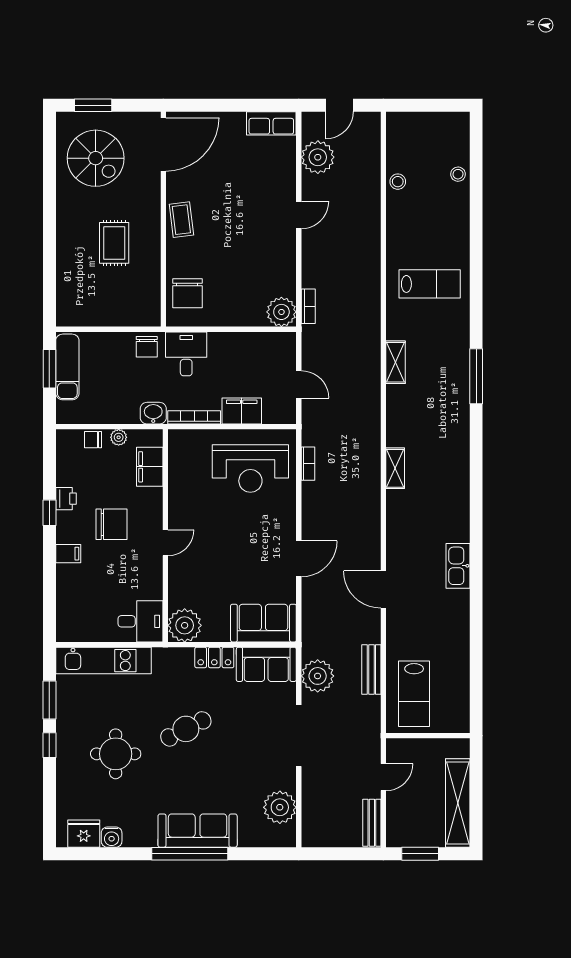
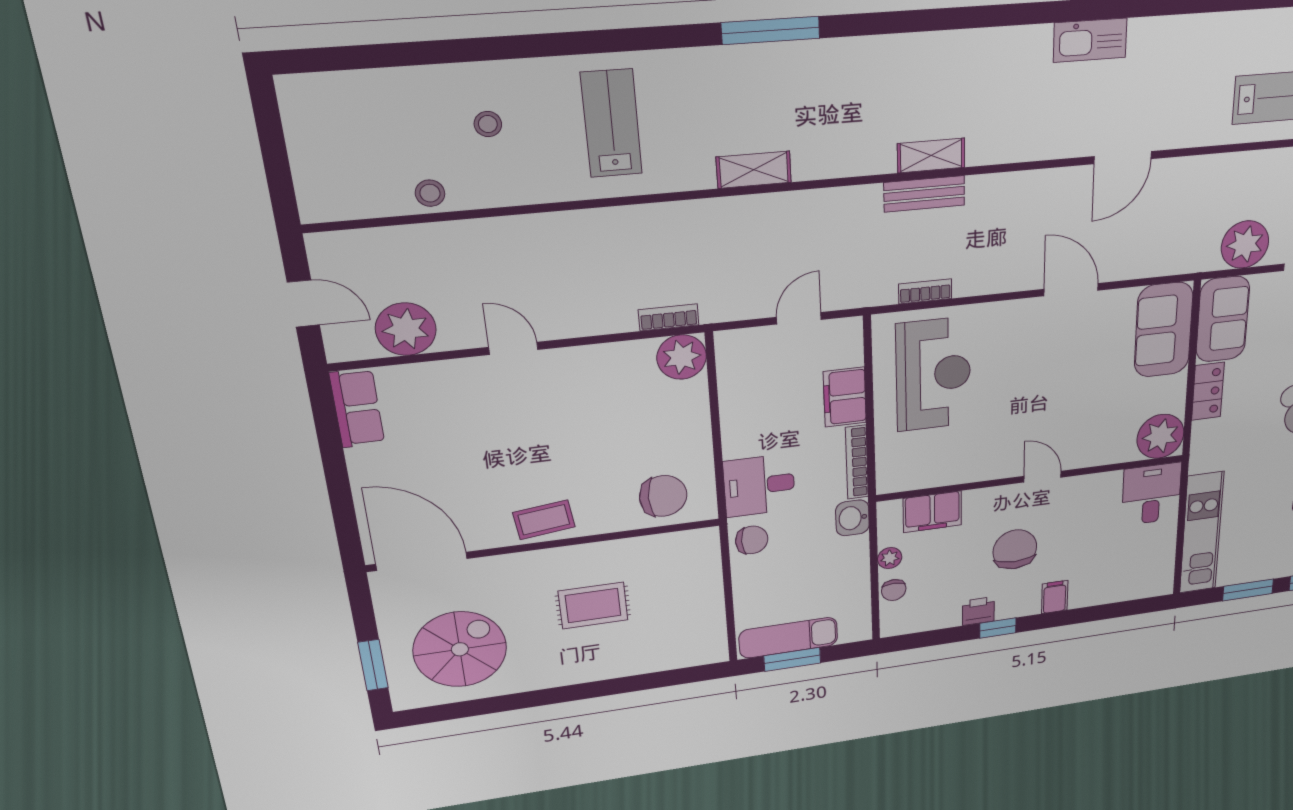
stool: (458, 174) -> (488, 124), moved
bench: (371, 670) -> (924, 194), moved

